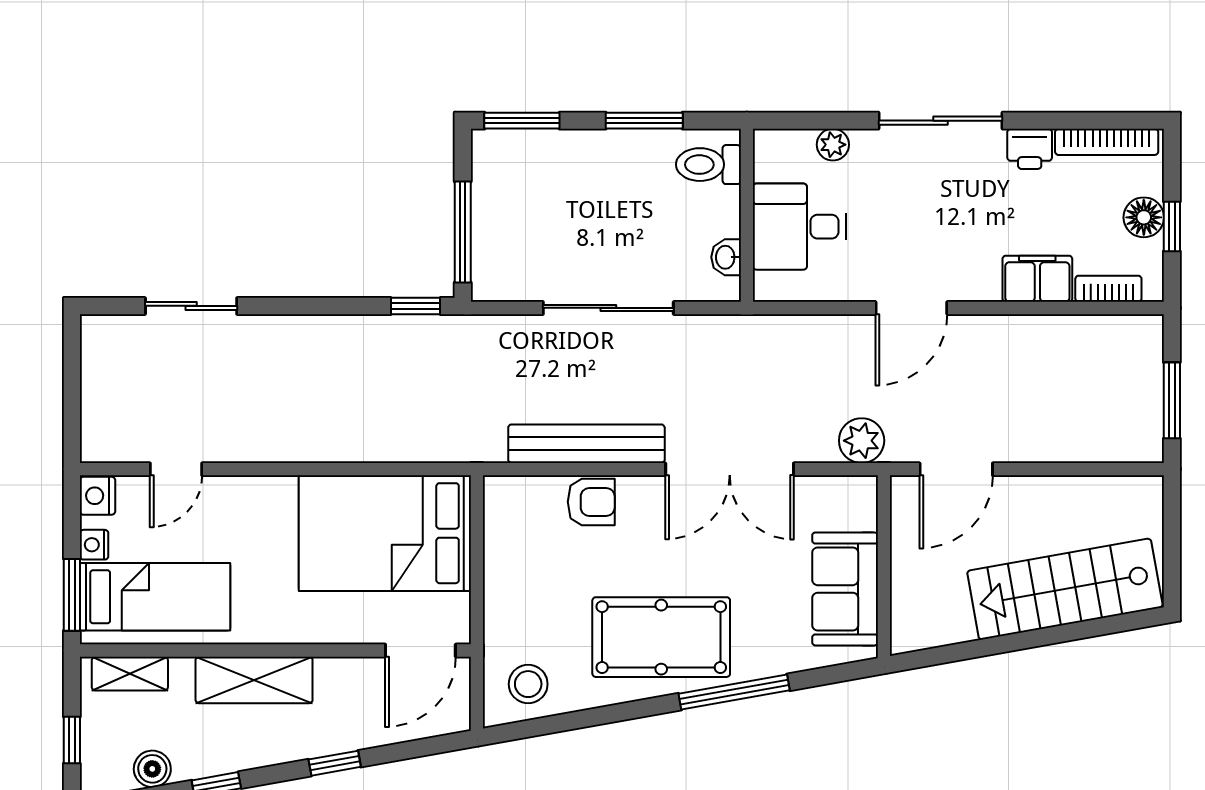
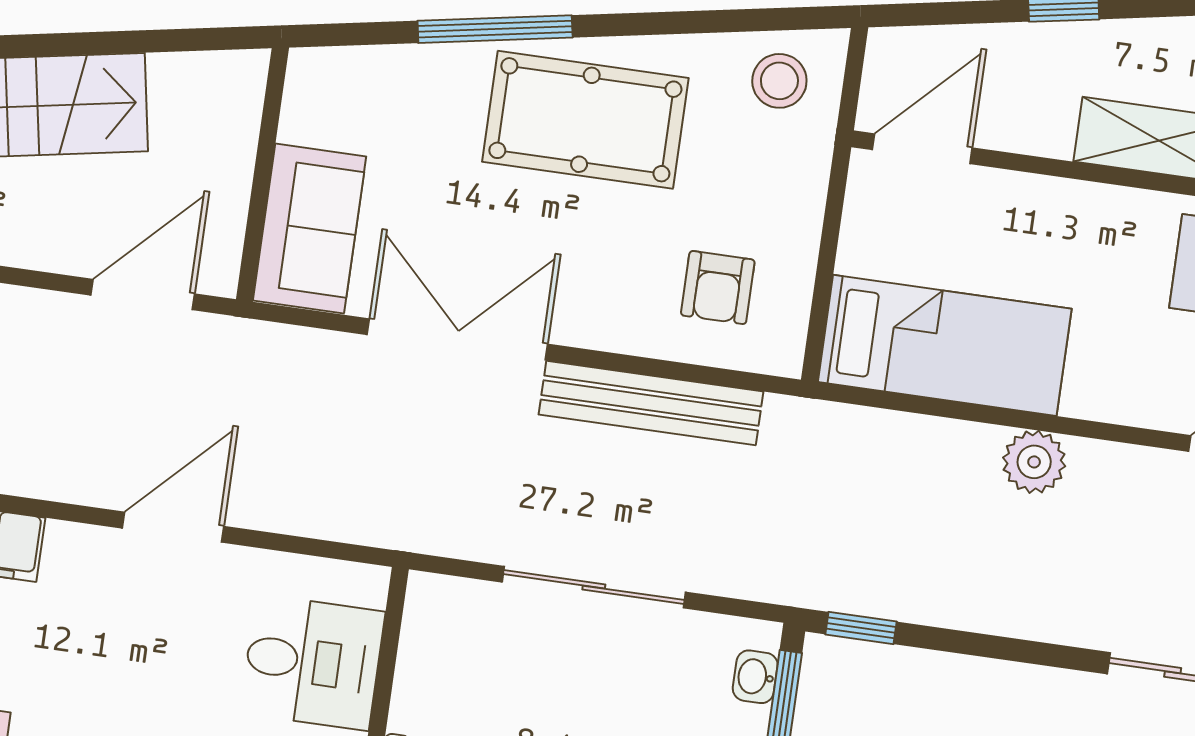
washbasin: (726, 257) -> (755, 677), moved, turned 180
plant: (862, 441) -> (1034, 462), moved
armchair: (591, 502) -> (718, 288), moved, turned -90
bed: (385, 533) -> (945, 345), width x0.67
sofa: (845, 589) -> (310, 228), moved

